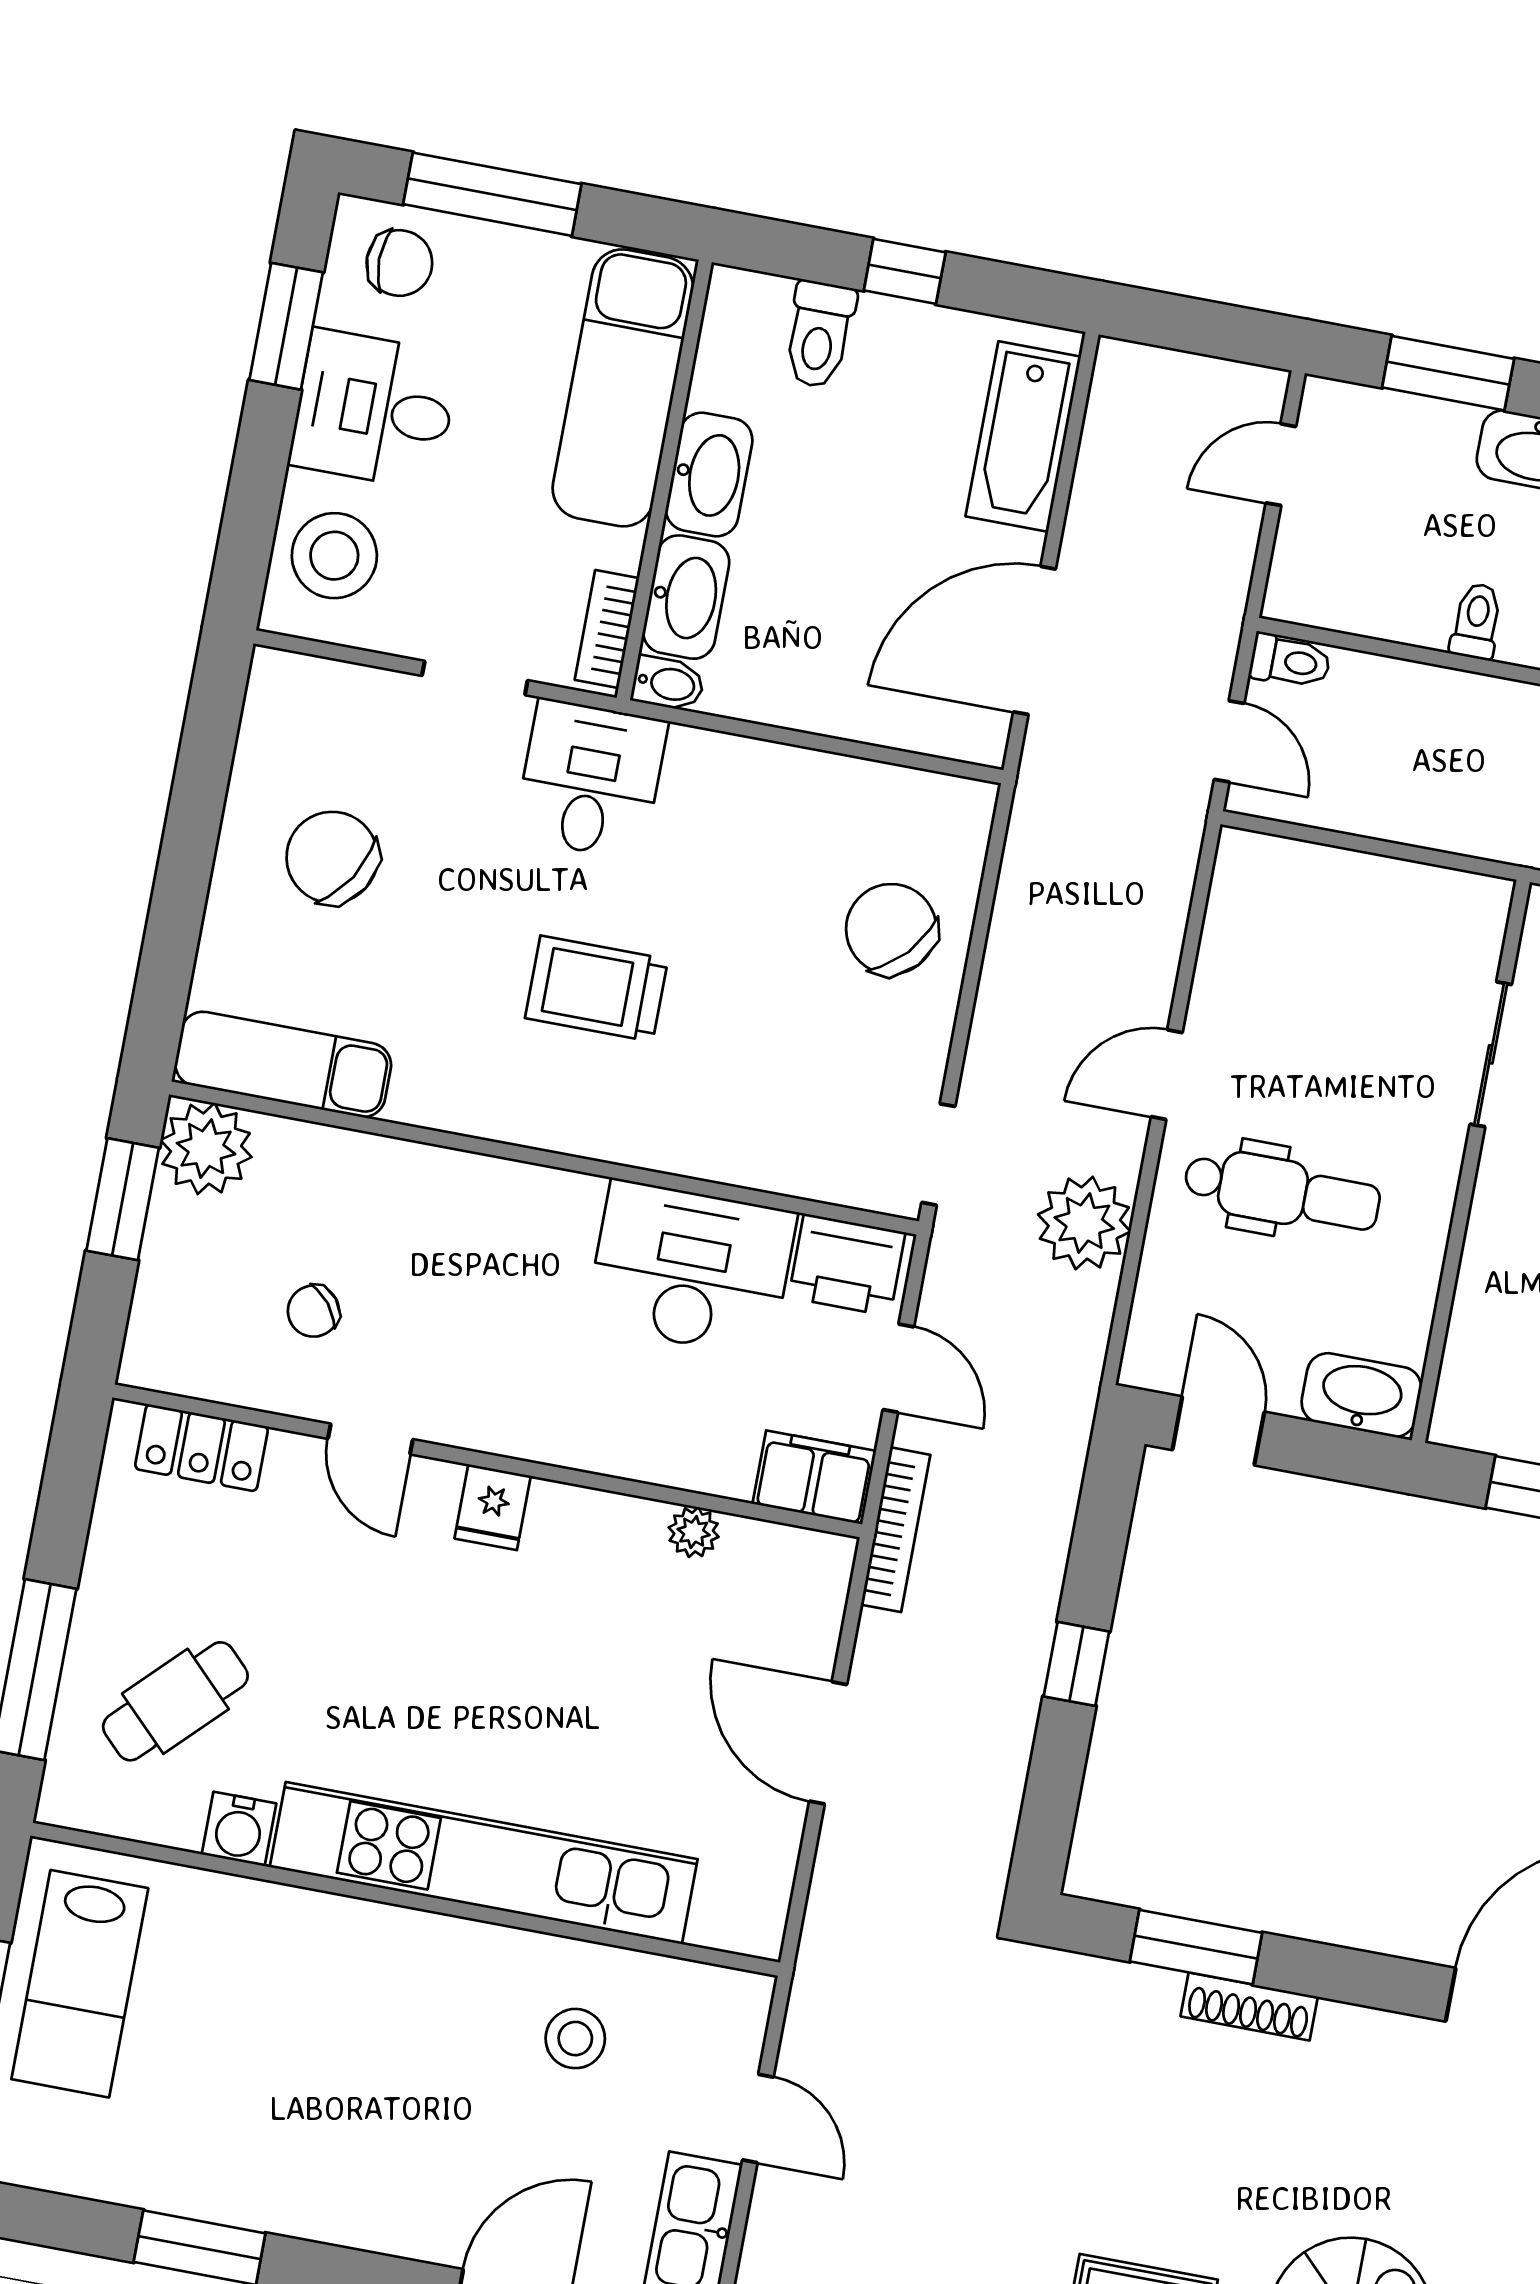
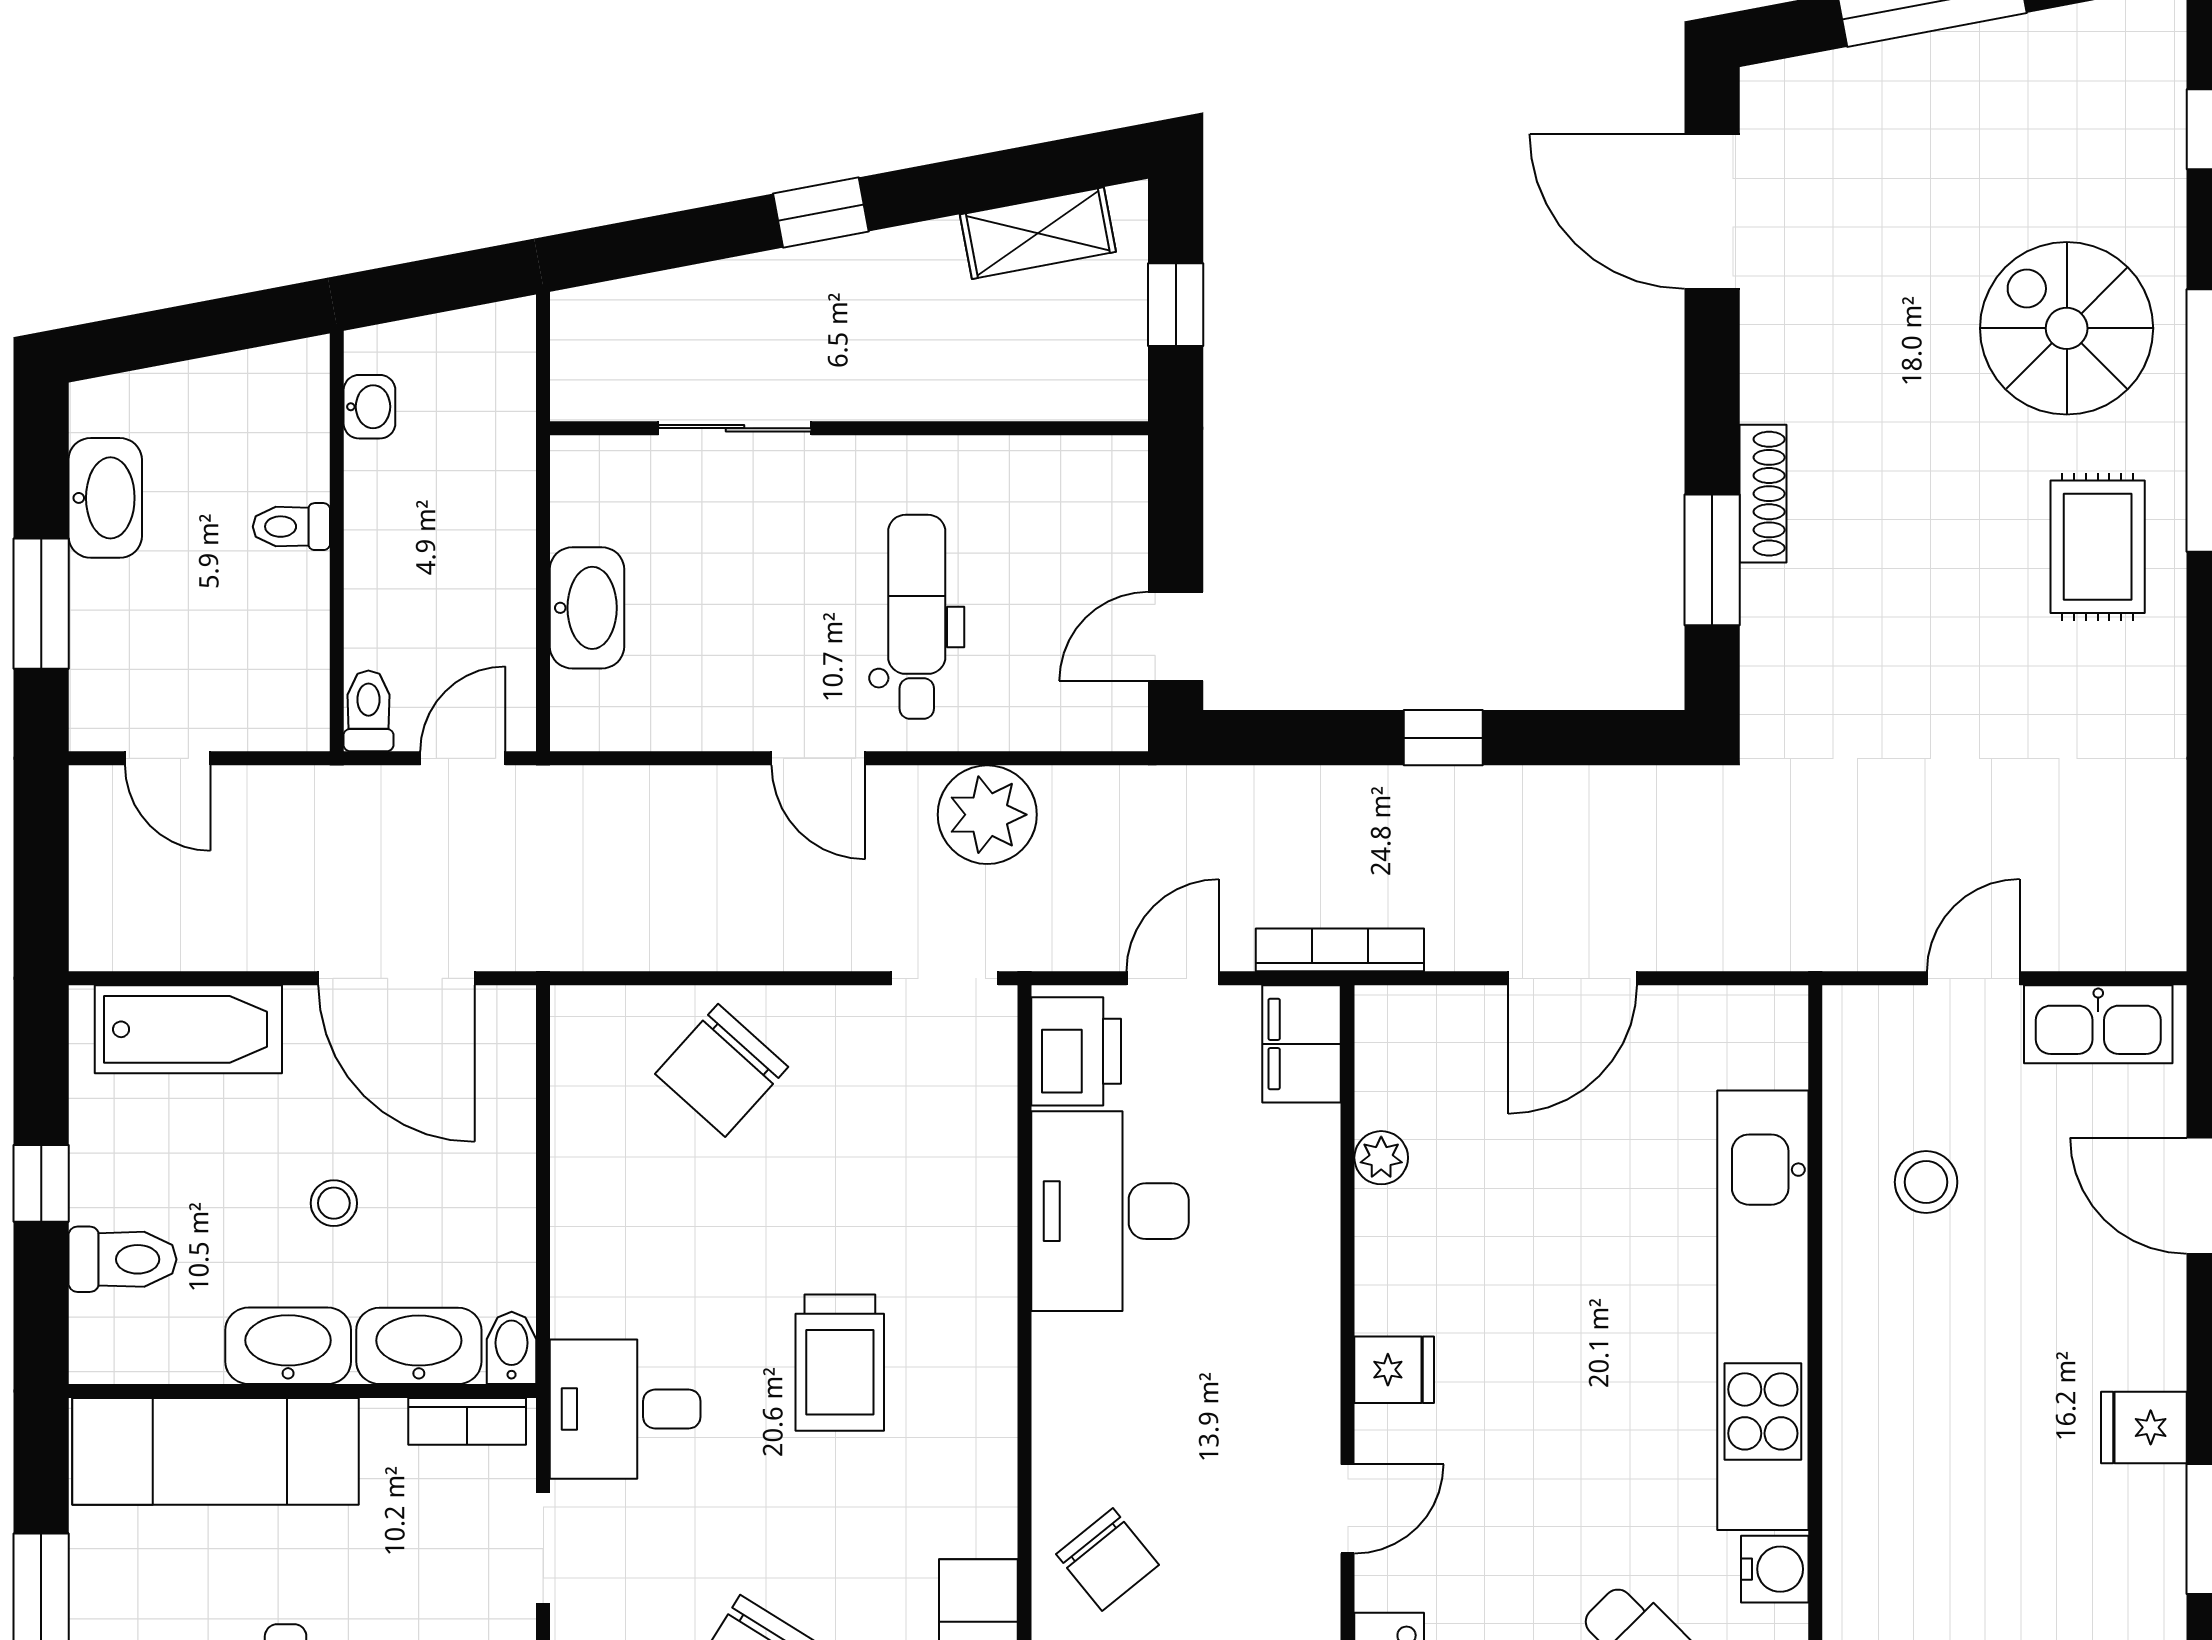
stool: (835, 542) -> (334, 1203), added
chair: (313, 1311) -> (1107, 1560), moved, width x1.37, depth x1.37
washbasin: (1361, 1395) -> (587, 608), moved, turned 180
fridge: (307, 2200) -> (2144, 1427), added

